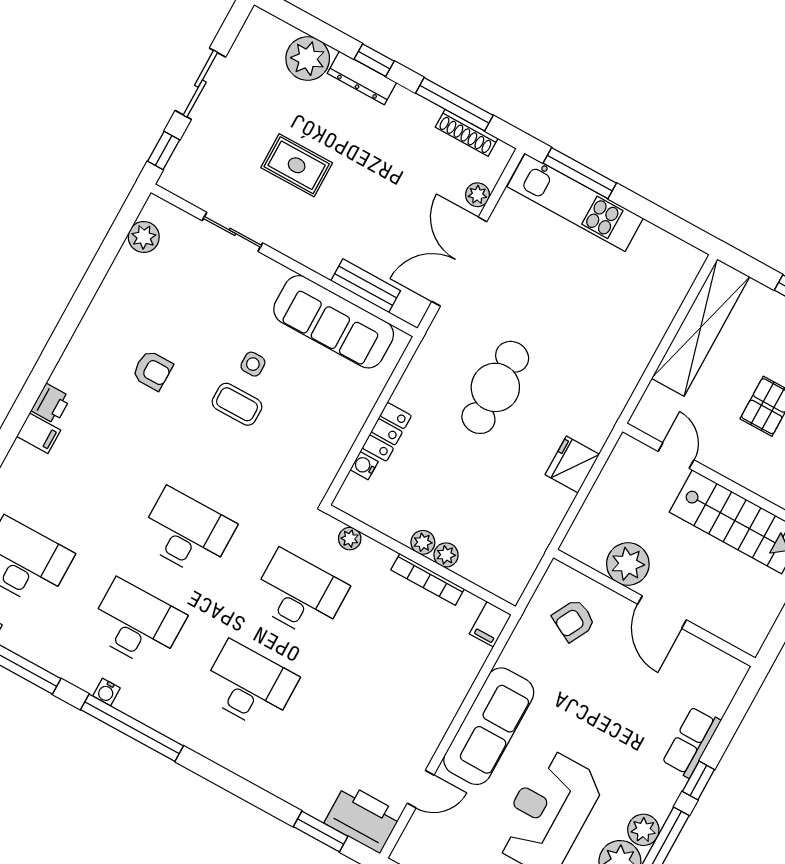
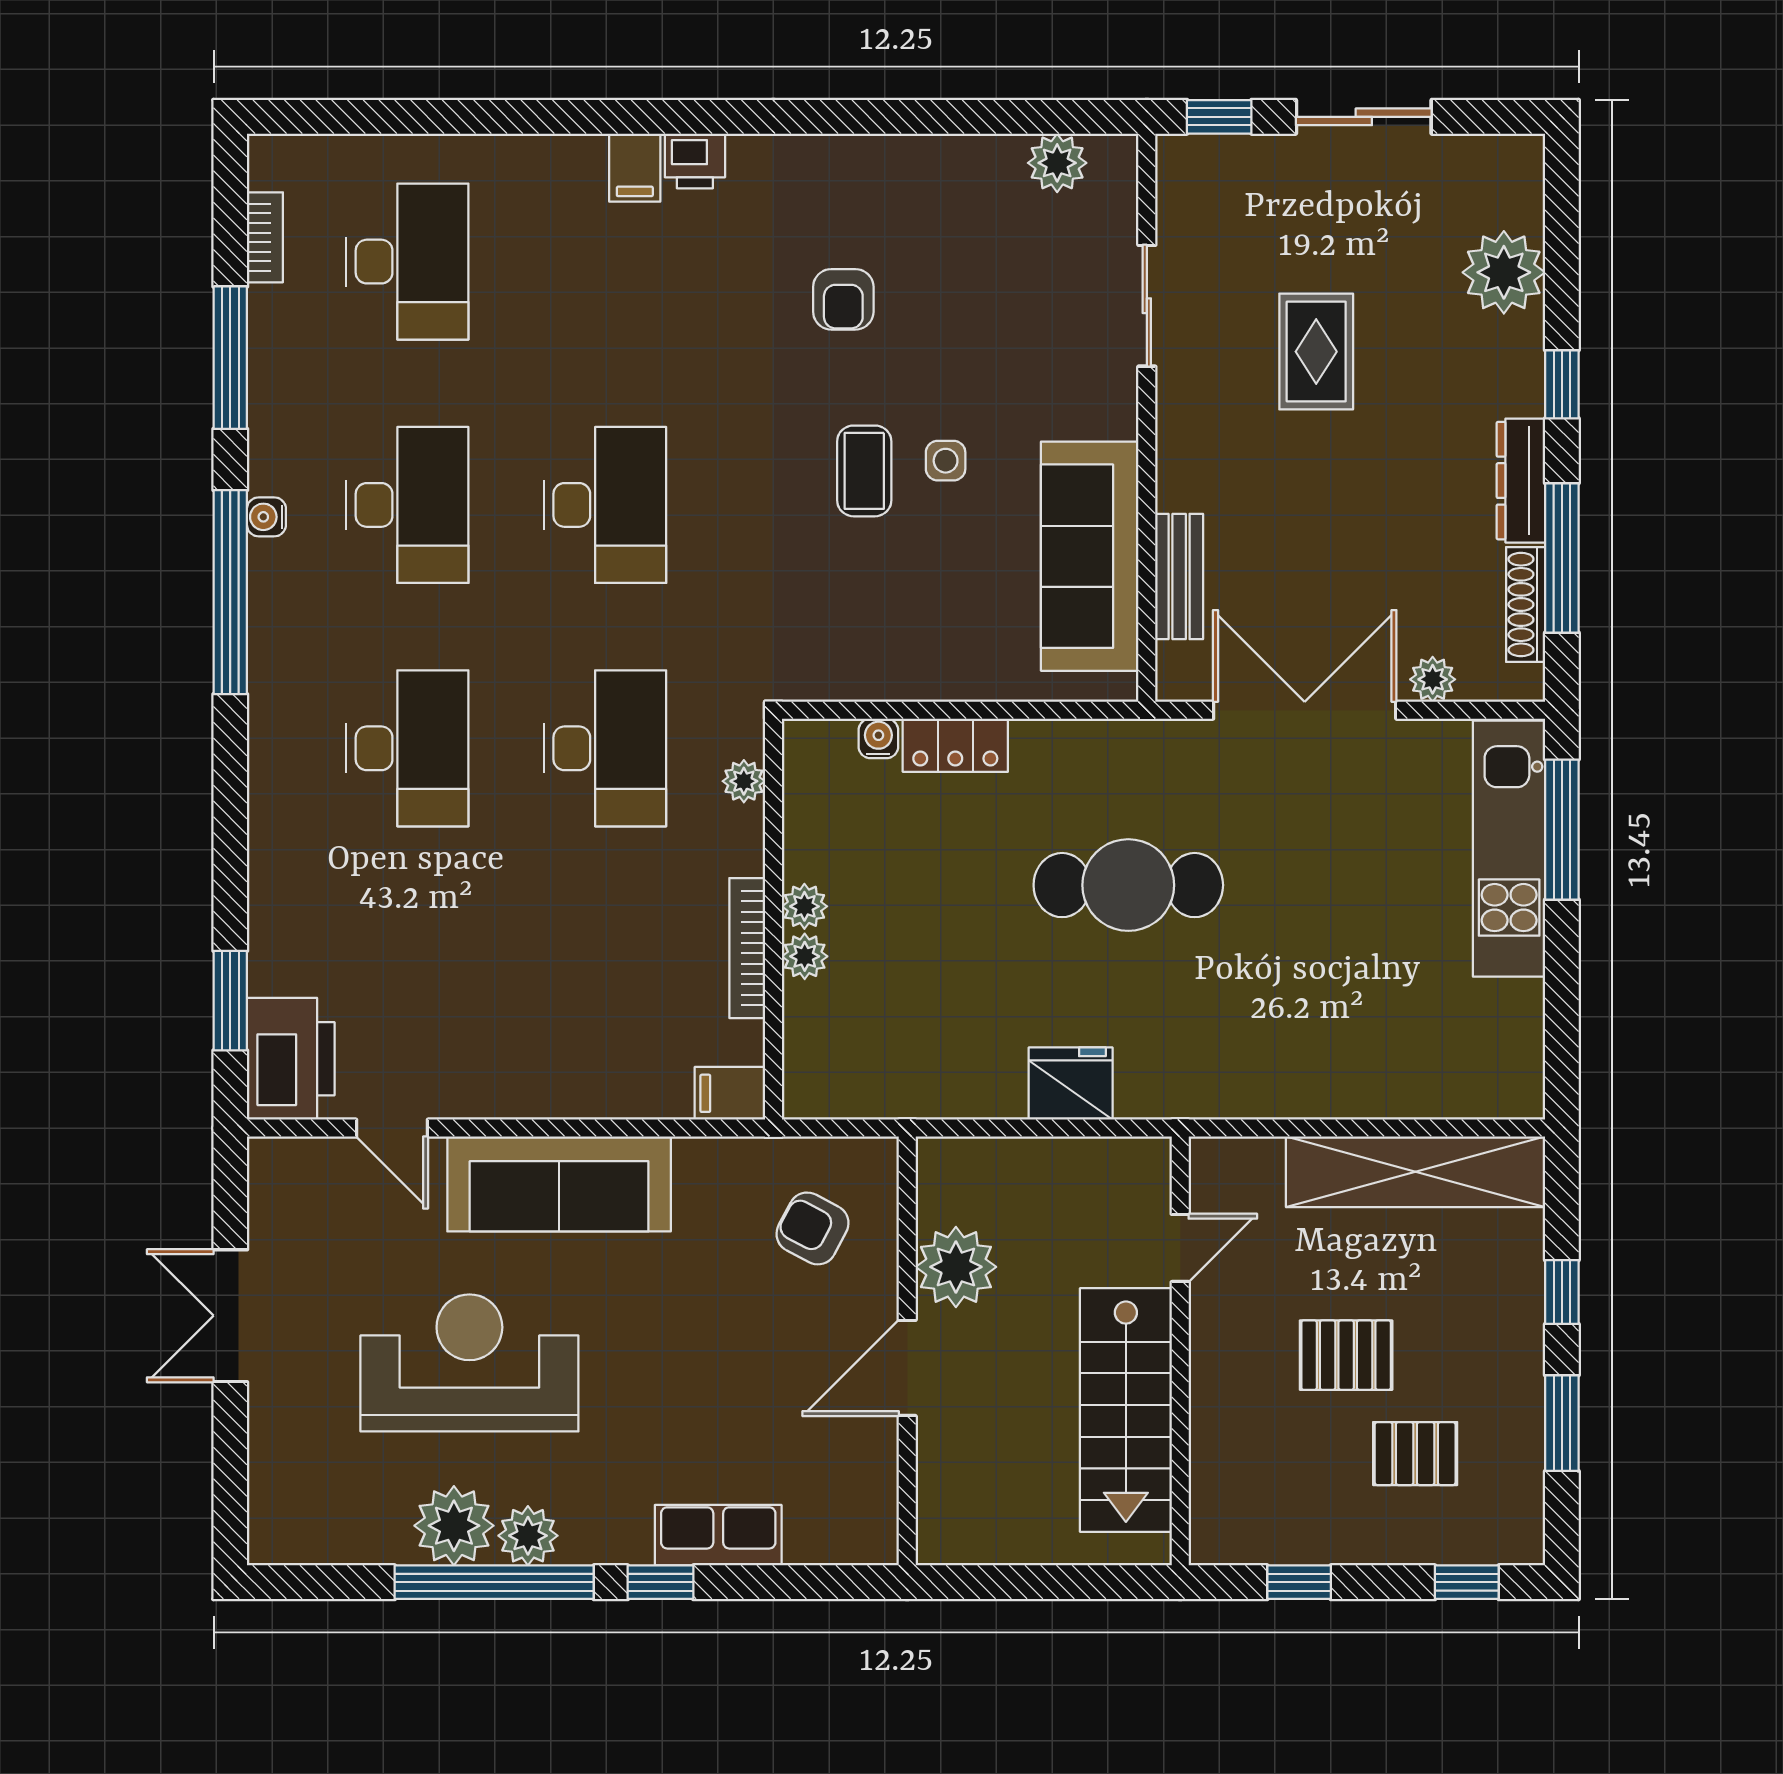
dresser: (362, 78) -> (1521, 481), moved

